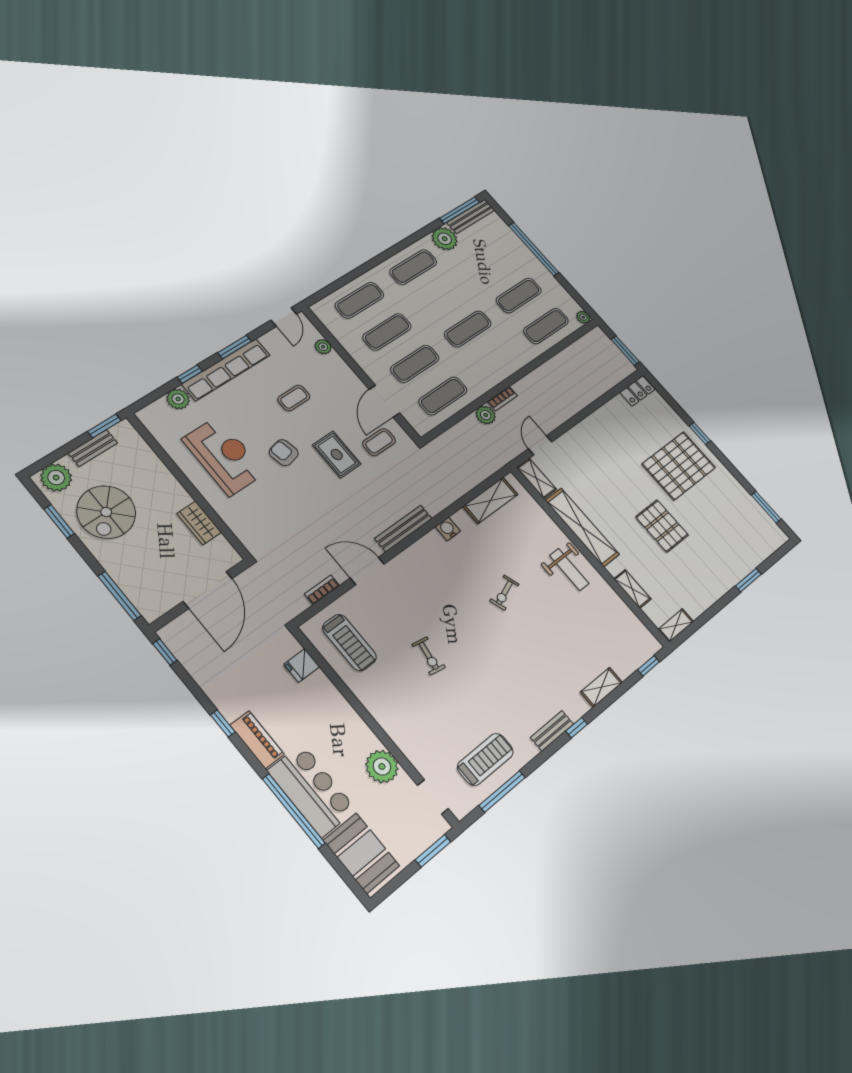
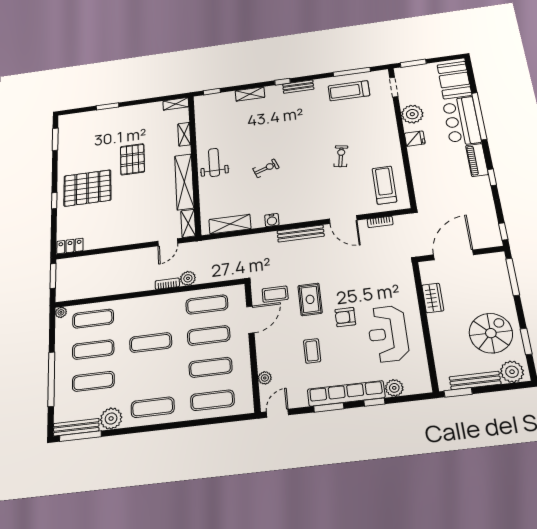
exercise mat: (492, 265) -> (93, 381), added
coffee table: (294, 398) -> (312, 351), turned 90
bench: (93, 448) -> (475, 381), width x1.36
armchair: (284, 453) -> (345, 317), turned 102
fridge: (302, 665) -> (415, 139), moved

